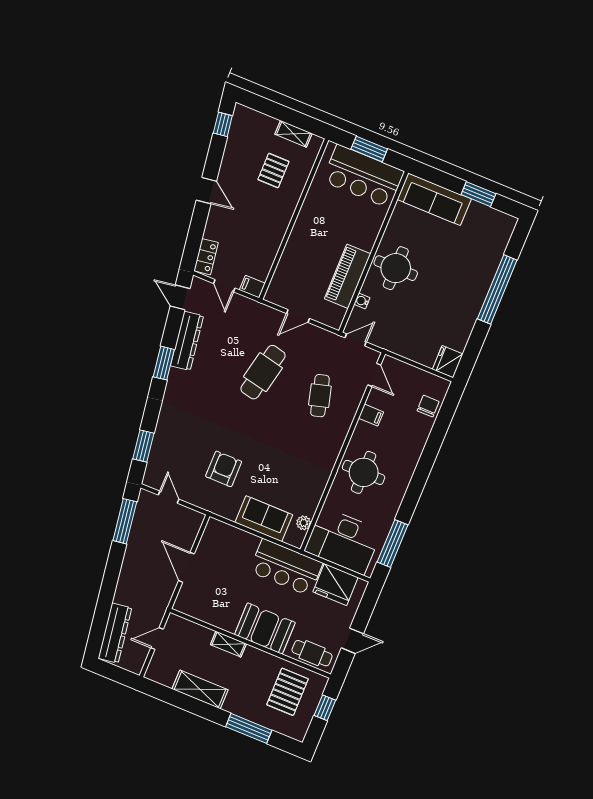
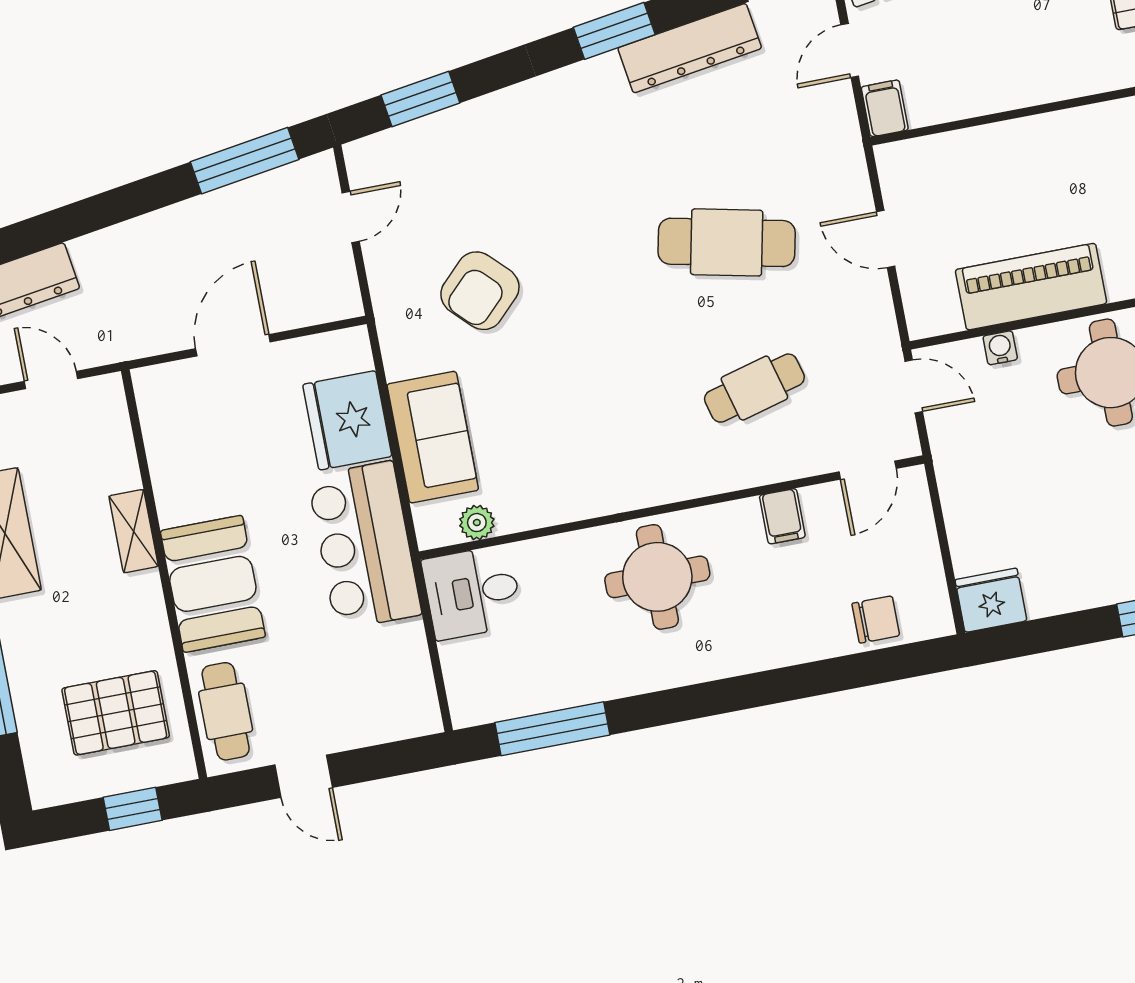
armchair: (224, 469) -> (480, 291), turned 135
desk: (343, 541) -> (472, 592), width x0.53, depth x0.77
fridge: (335, 585) -> (347, 420), moved

